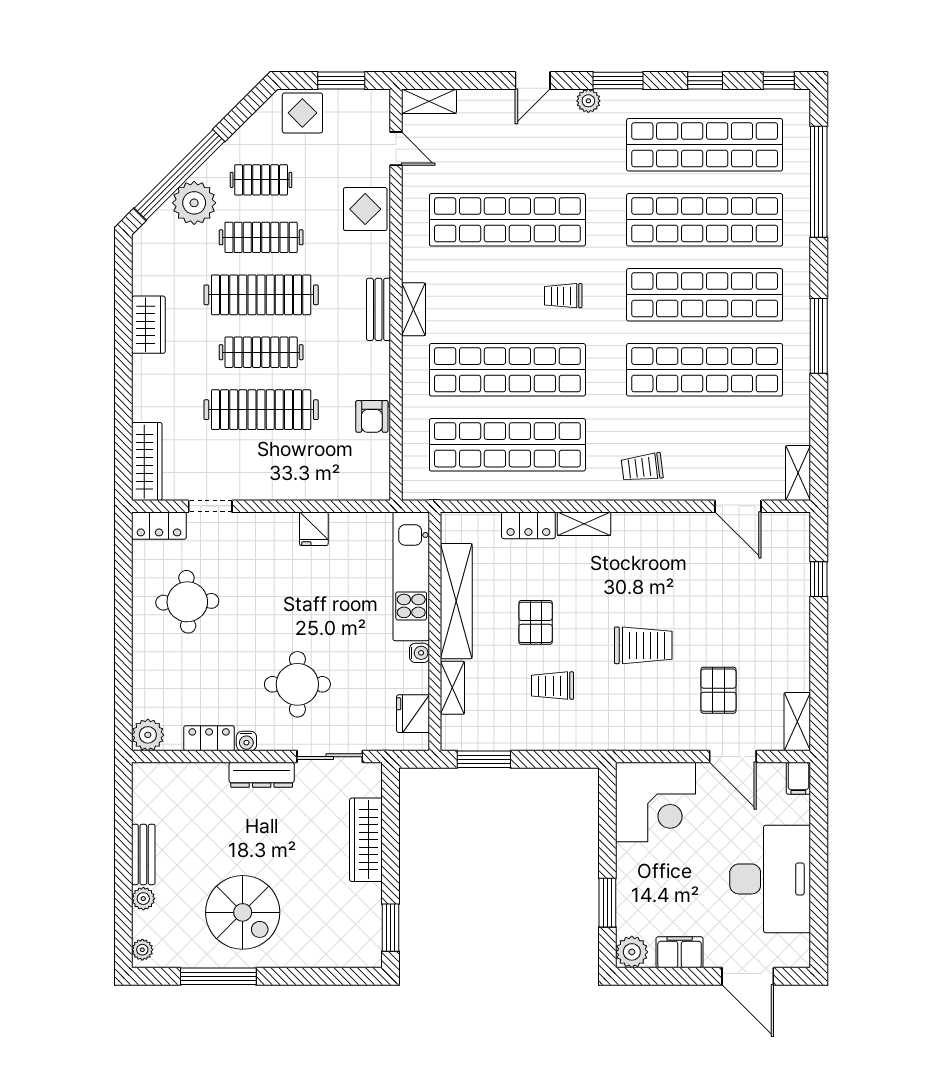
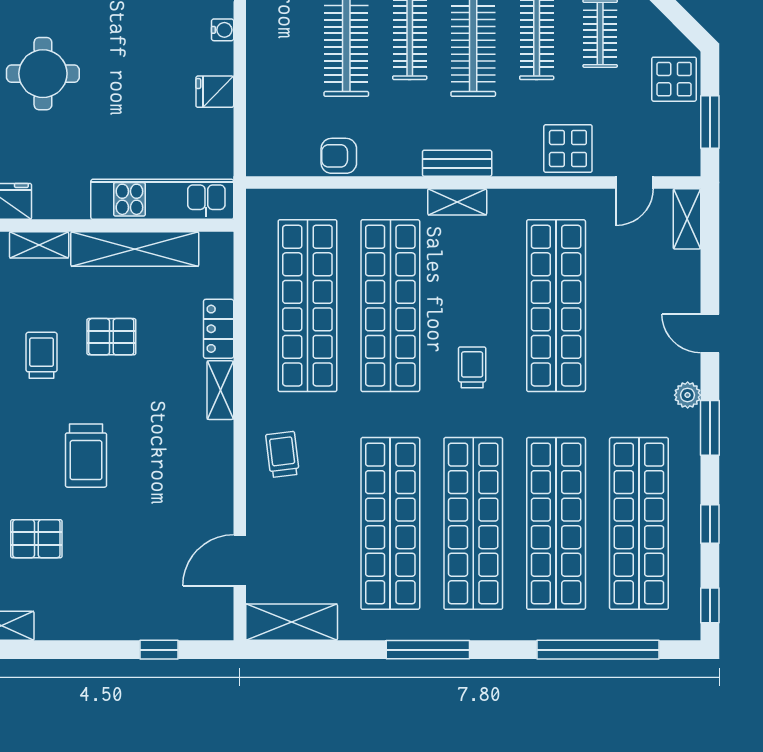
shelving: (798, 473) -> (292, 622), width x1.50, depth x1.33
water cooler: (420, 653) -> (223, 30), moved, turned -90

